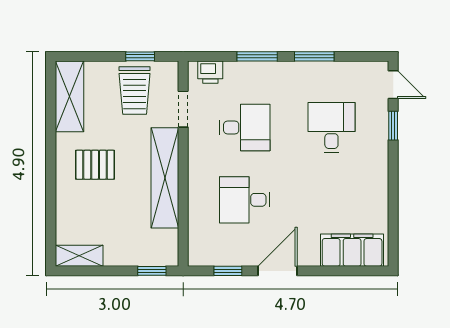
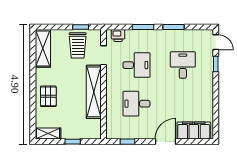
pallet: (95, 165) -> (48, 96), moved, turned 90
window: (152, 271) -> (73, 142), moved
door: (278, 271) -> (165, 142), moved

